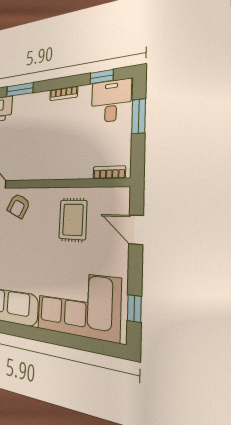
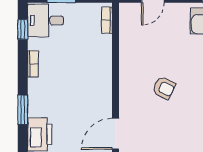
armchair: (18, 206) -> (164, 88), moved
rug: (73, 220) -> (147, 50), removed

